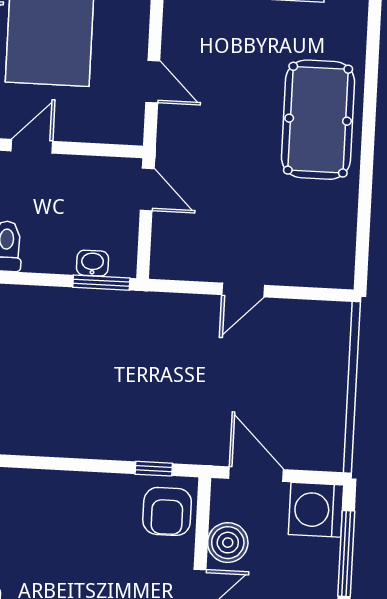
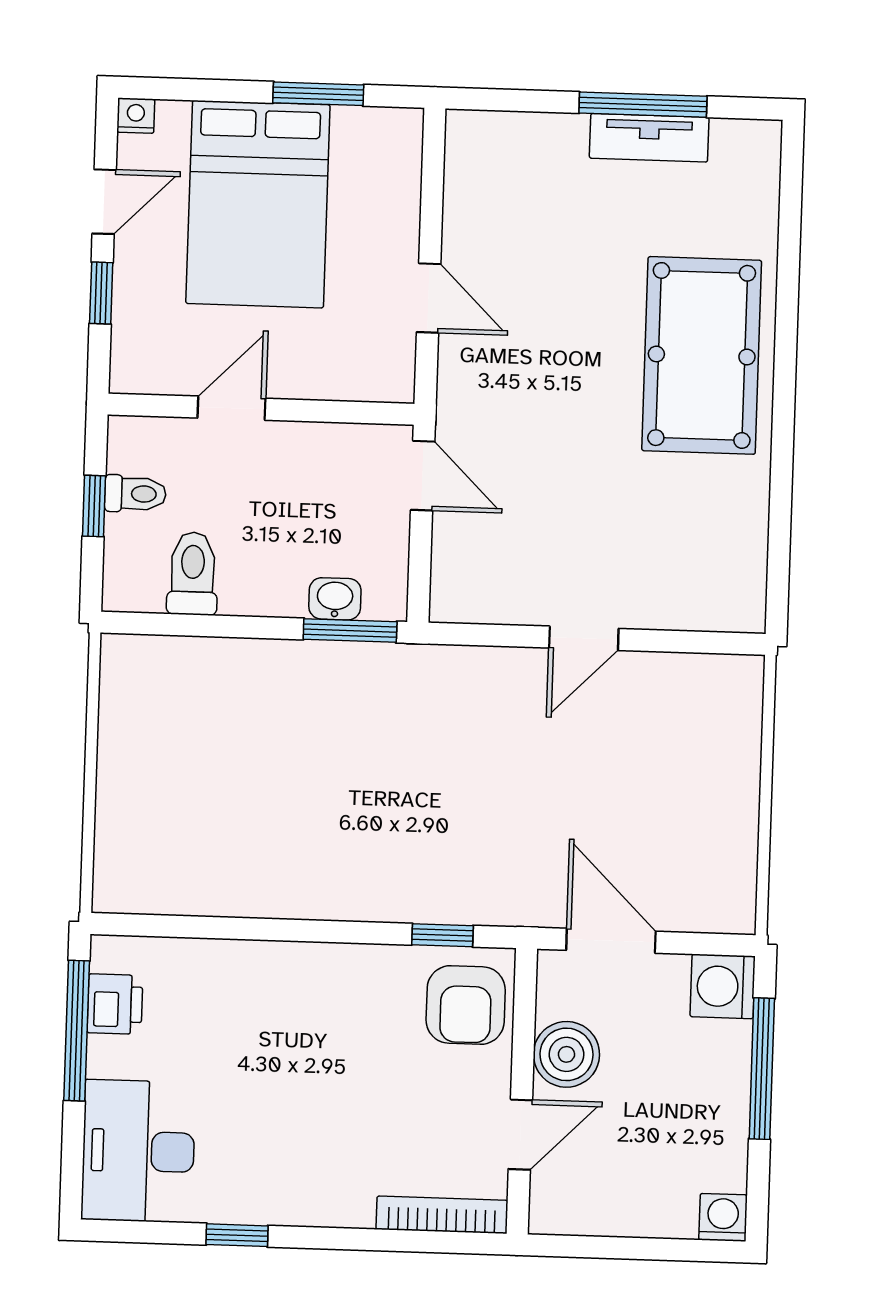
washing machine: (316, 510) -> (723, 986), width x0.73, depth x0.73

